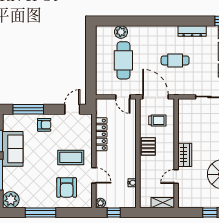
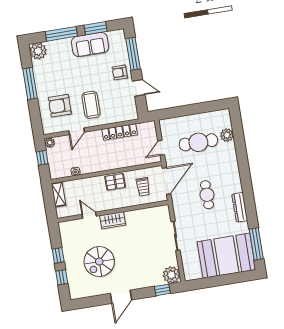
door: (72, 109) -> (139, 88), moved
armchair: (44, 125) -> (120, 72), turned 90
shelving: (163, 203) -> (58, 194), moved

